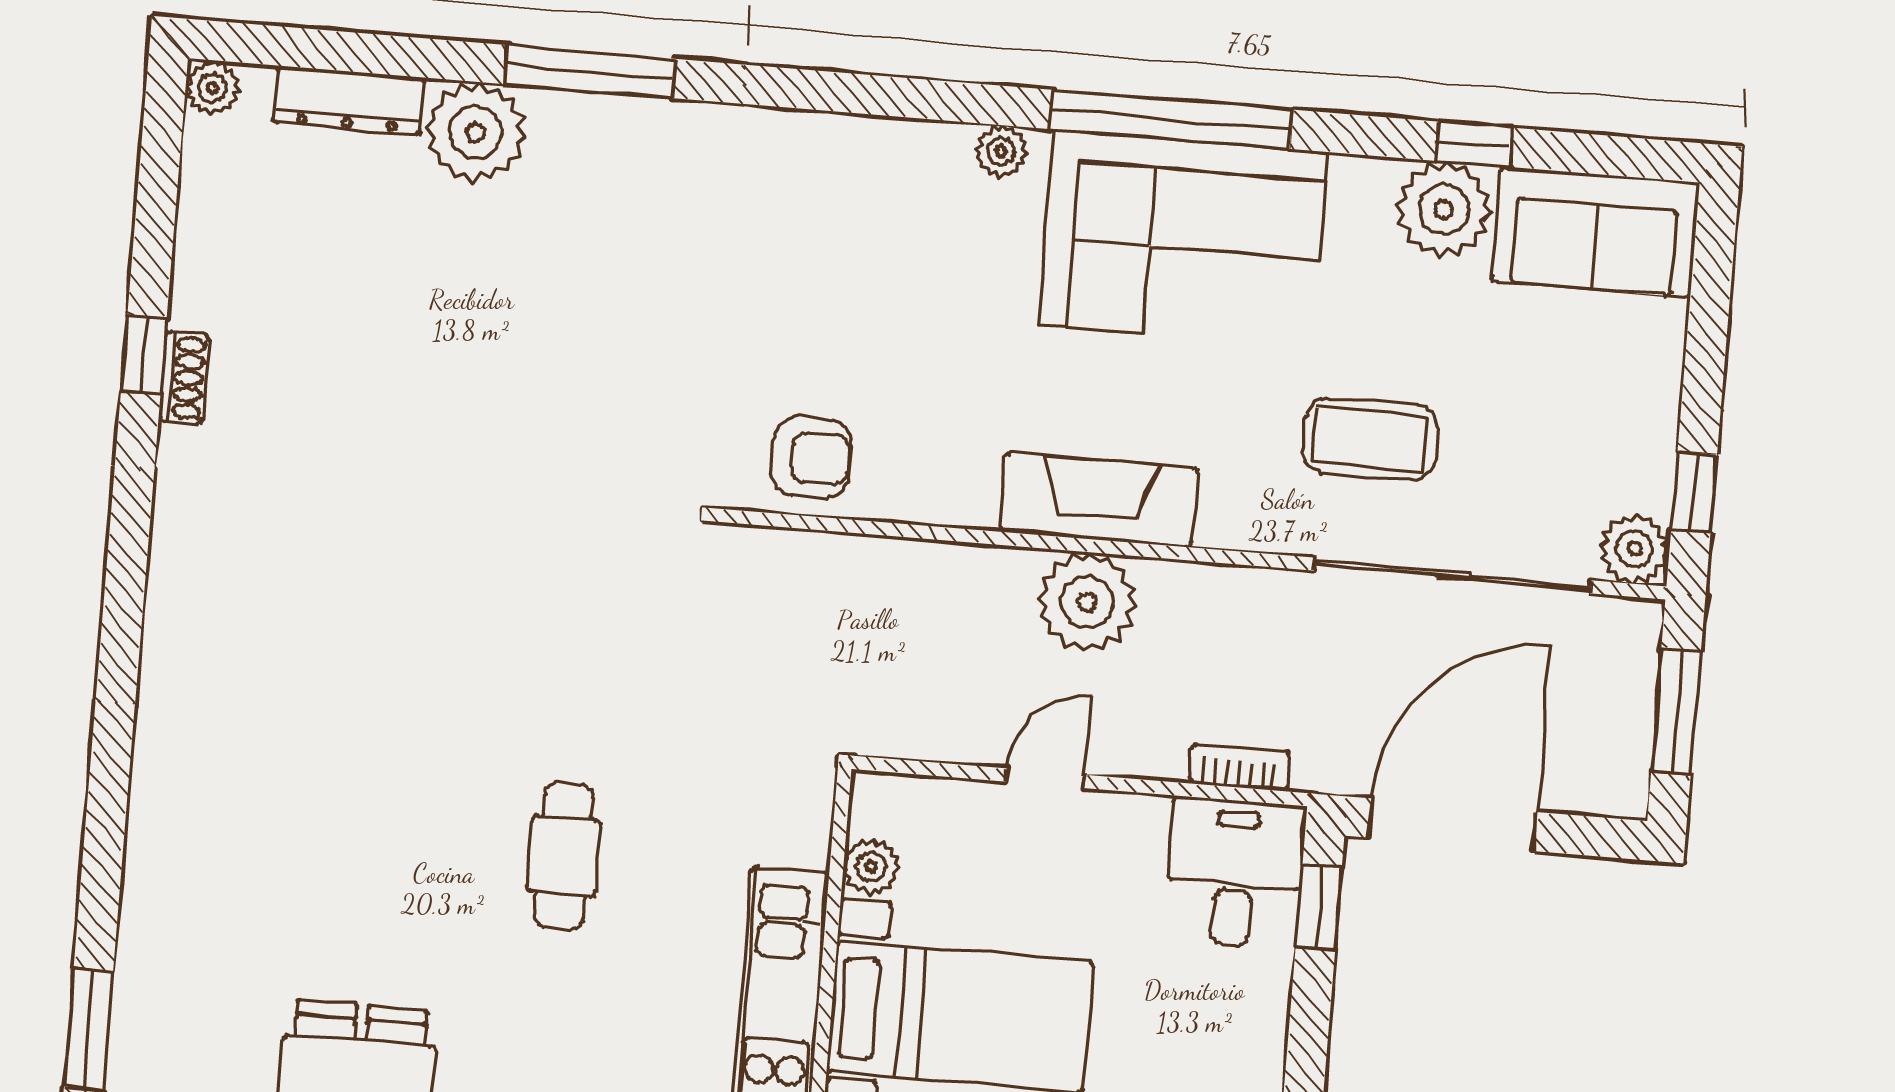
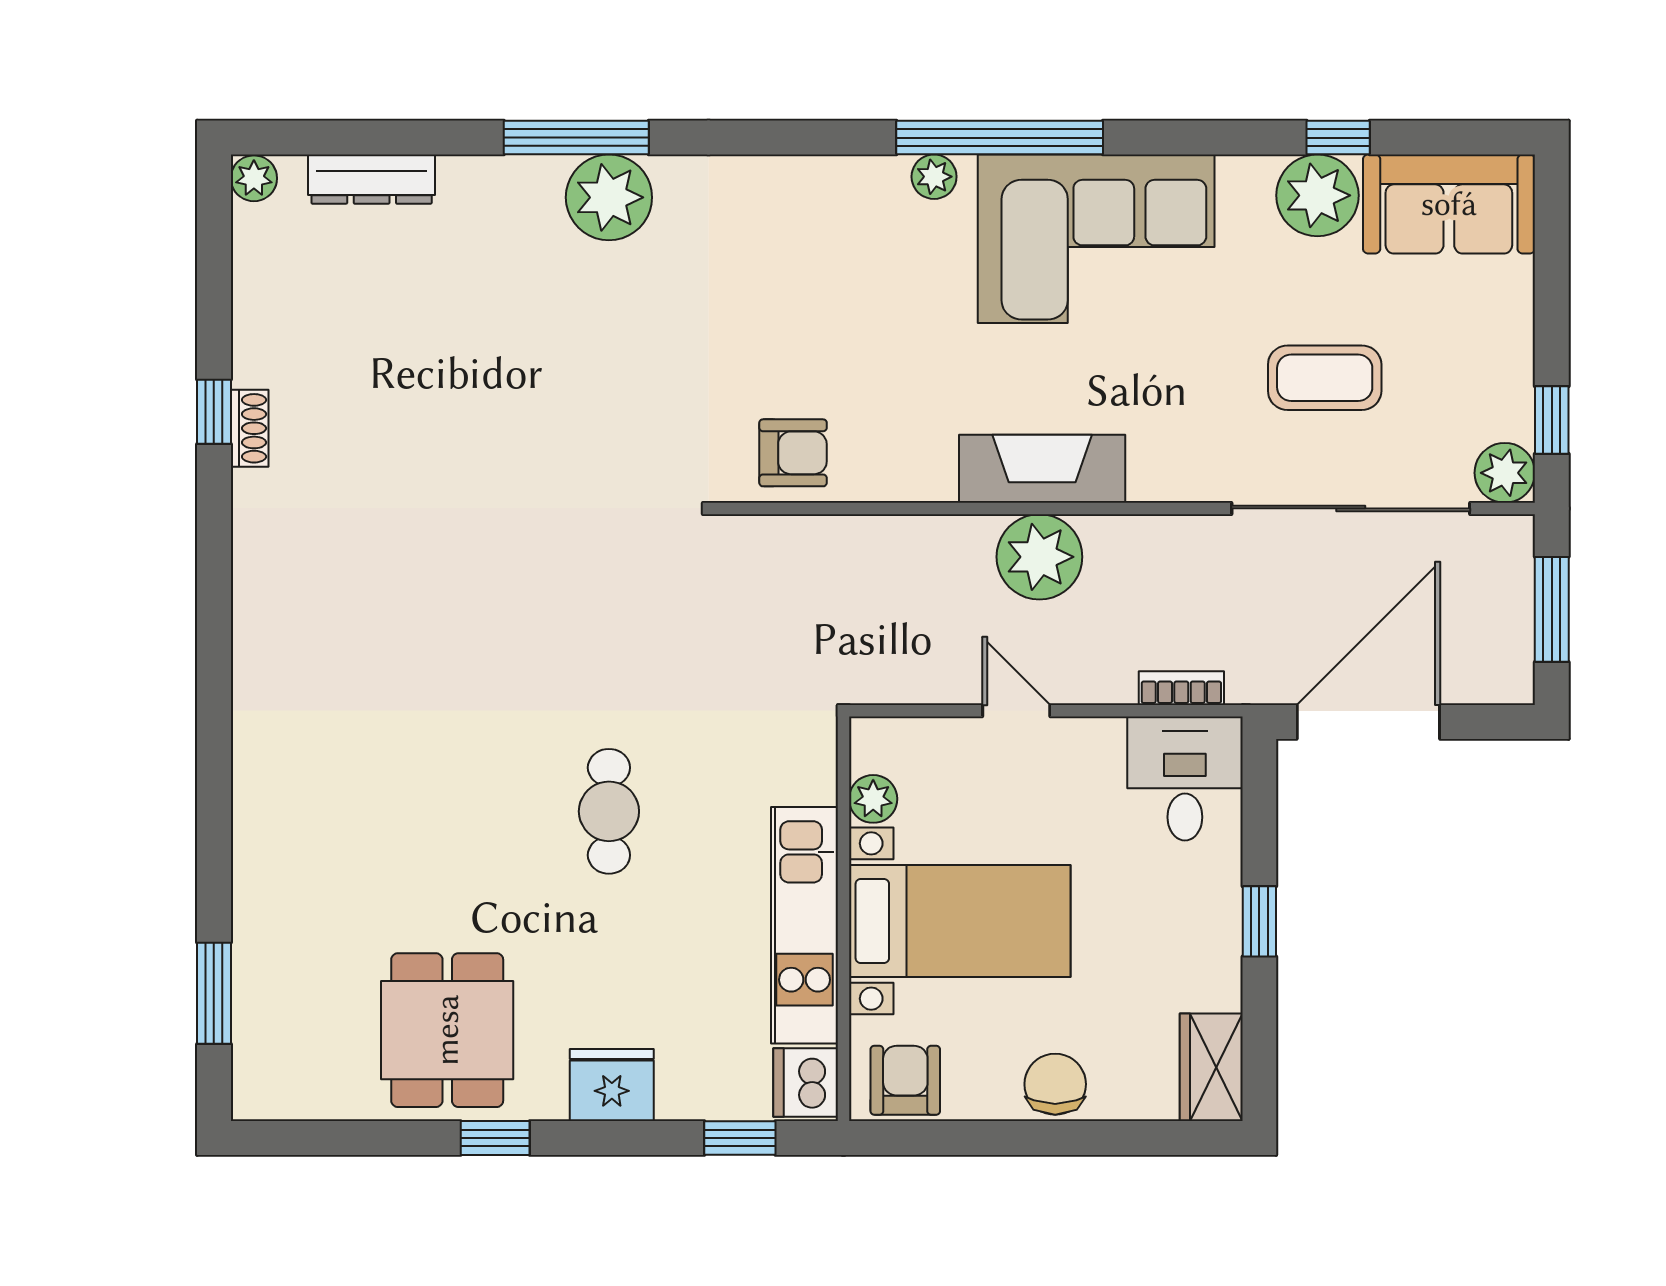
window: (1171, 119) -> (1000, 138), moved
plant: (476, 132) -> (609, 197), moved
coffee table: (1370, 439) -> (1325, 378), moved
door: (1046, 778) -> (1016, 711), hinge flipped
window: (1319, 907) -> (1259, 921), moved

